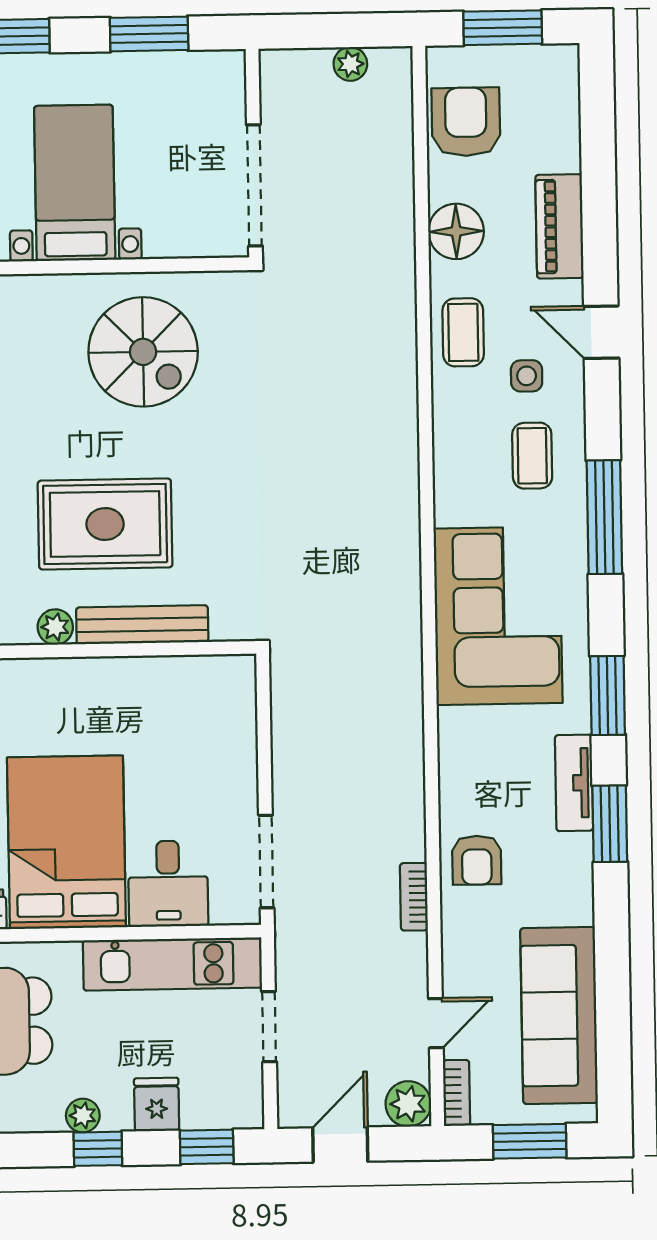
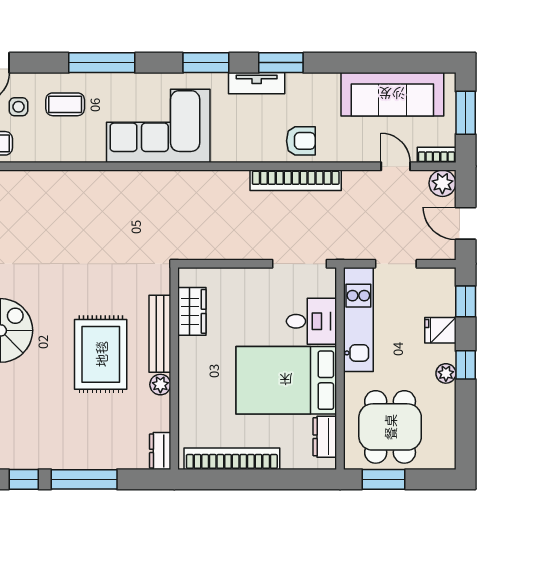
wardrobe: (181, 679) -> (192, 311), added
bookcase: (414, 897) -> (296, 180), width x2.31, depth x1.31

